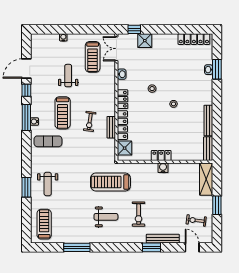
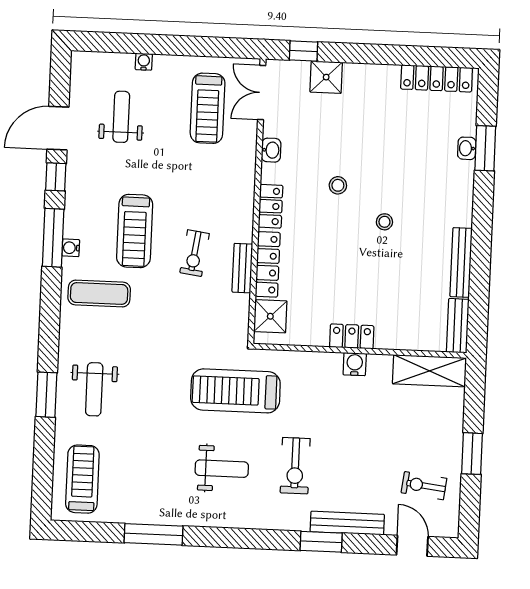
weight bench: (68, 76) -> (121, 117), moved
shelving: (206, 179) -> (429, 371), moved, turned 90

